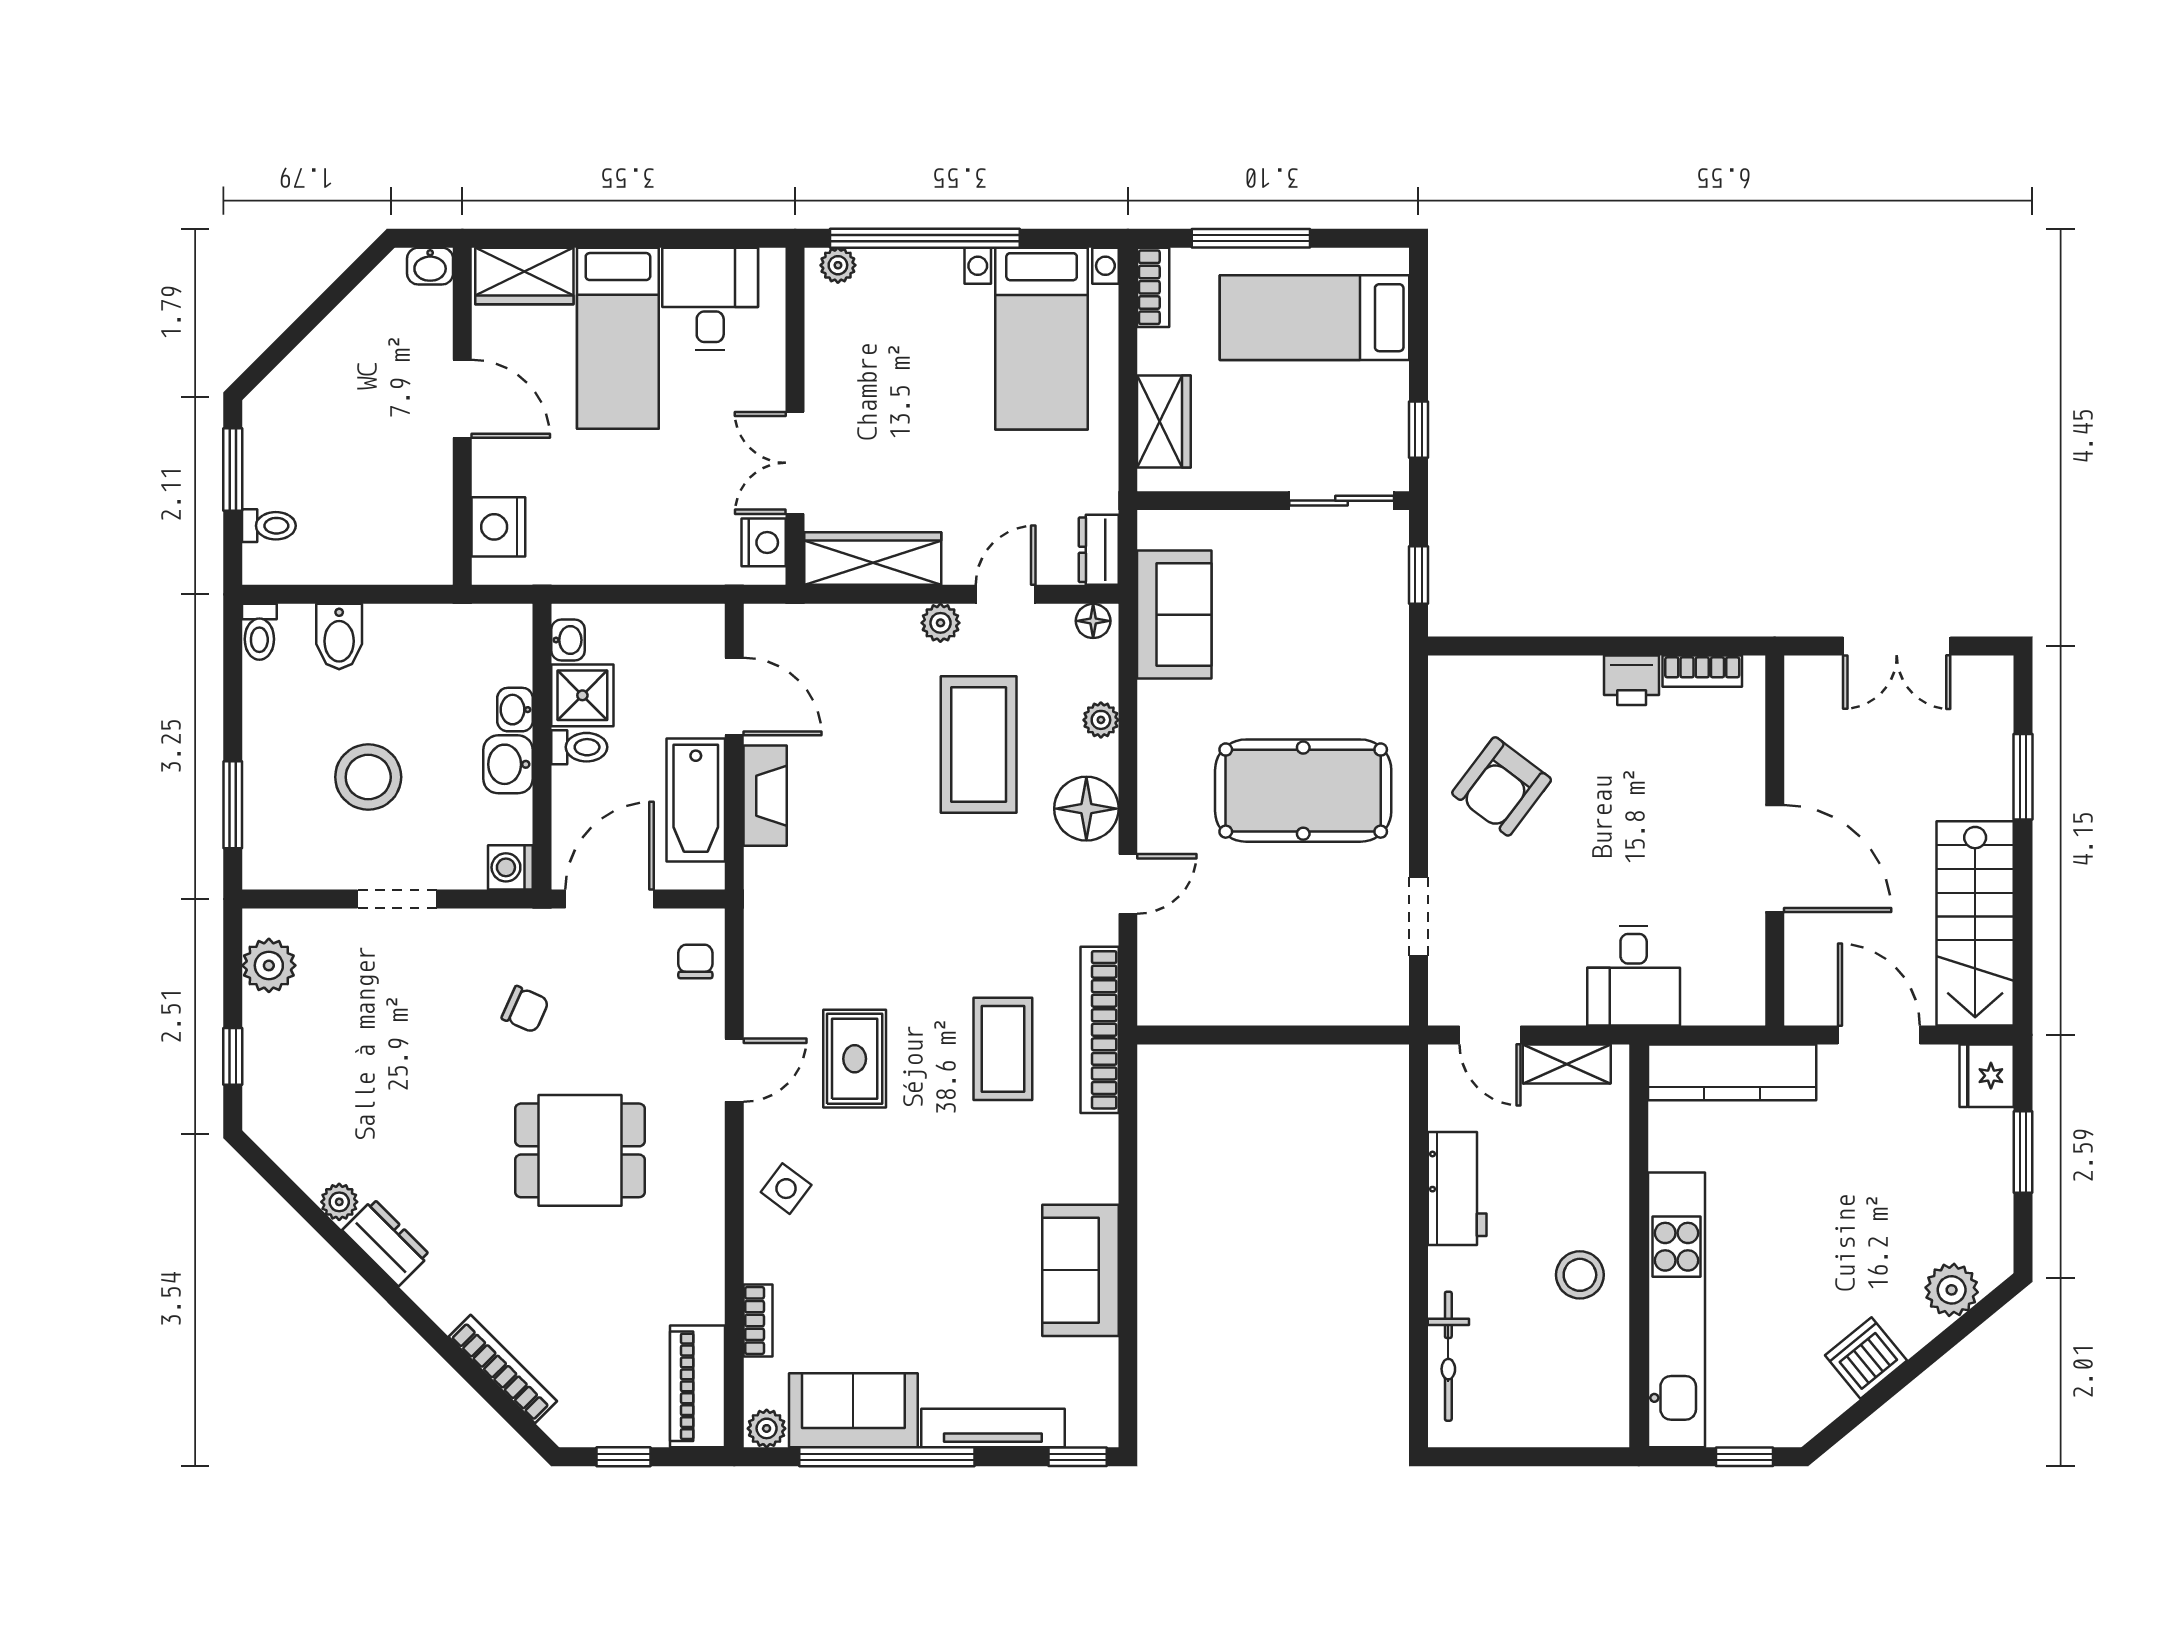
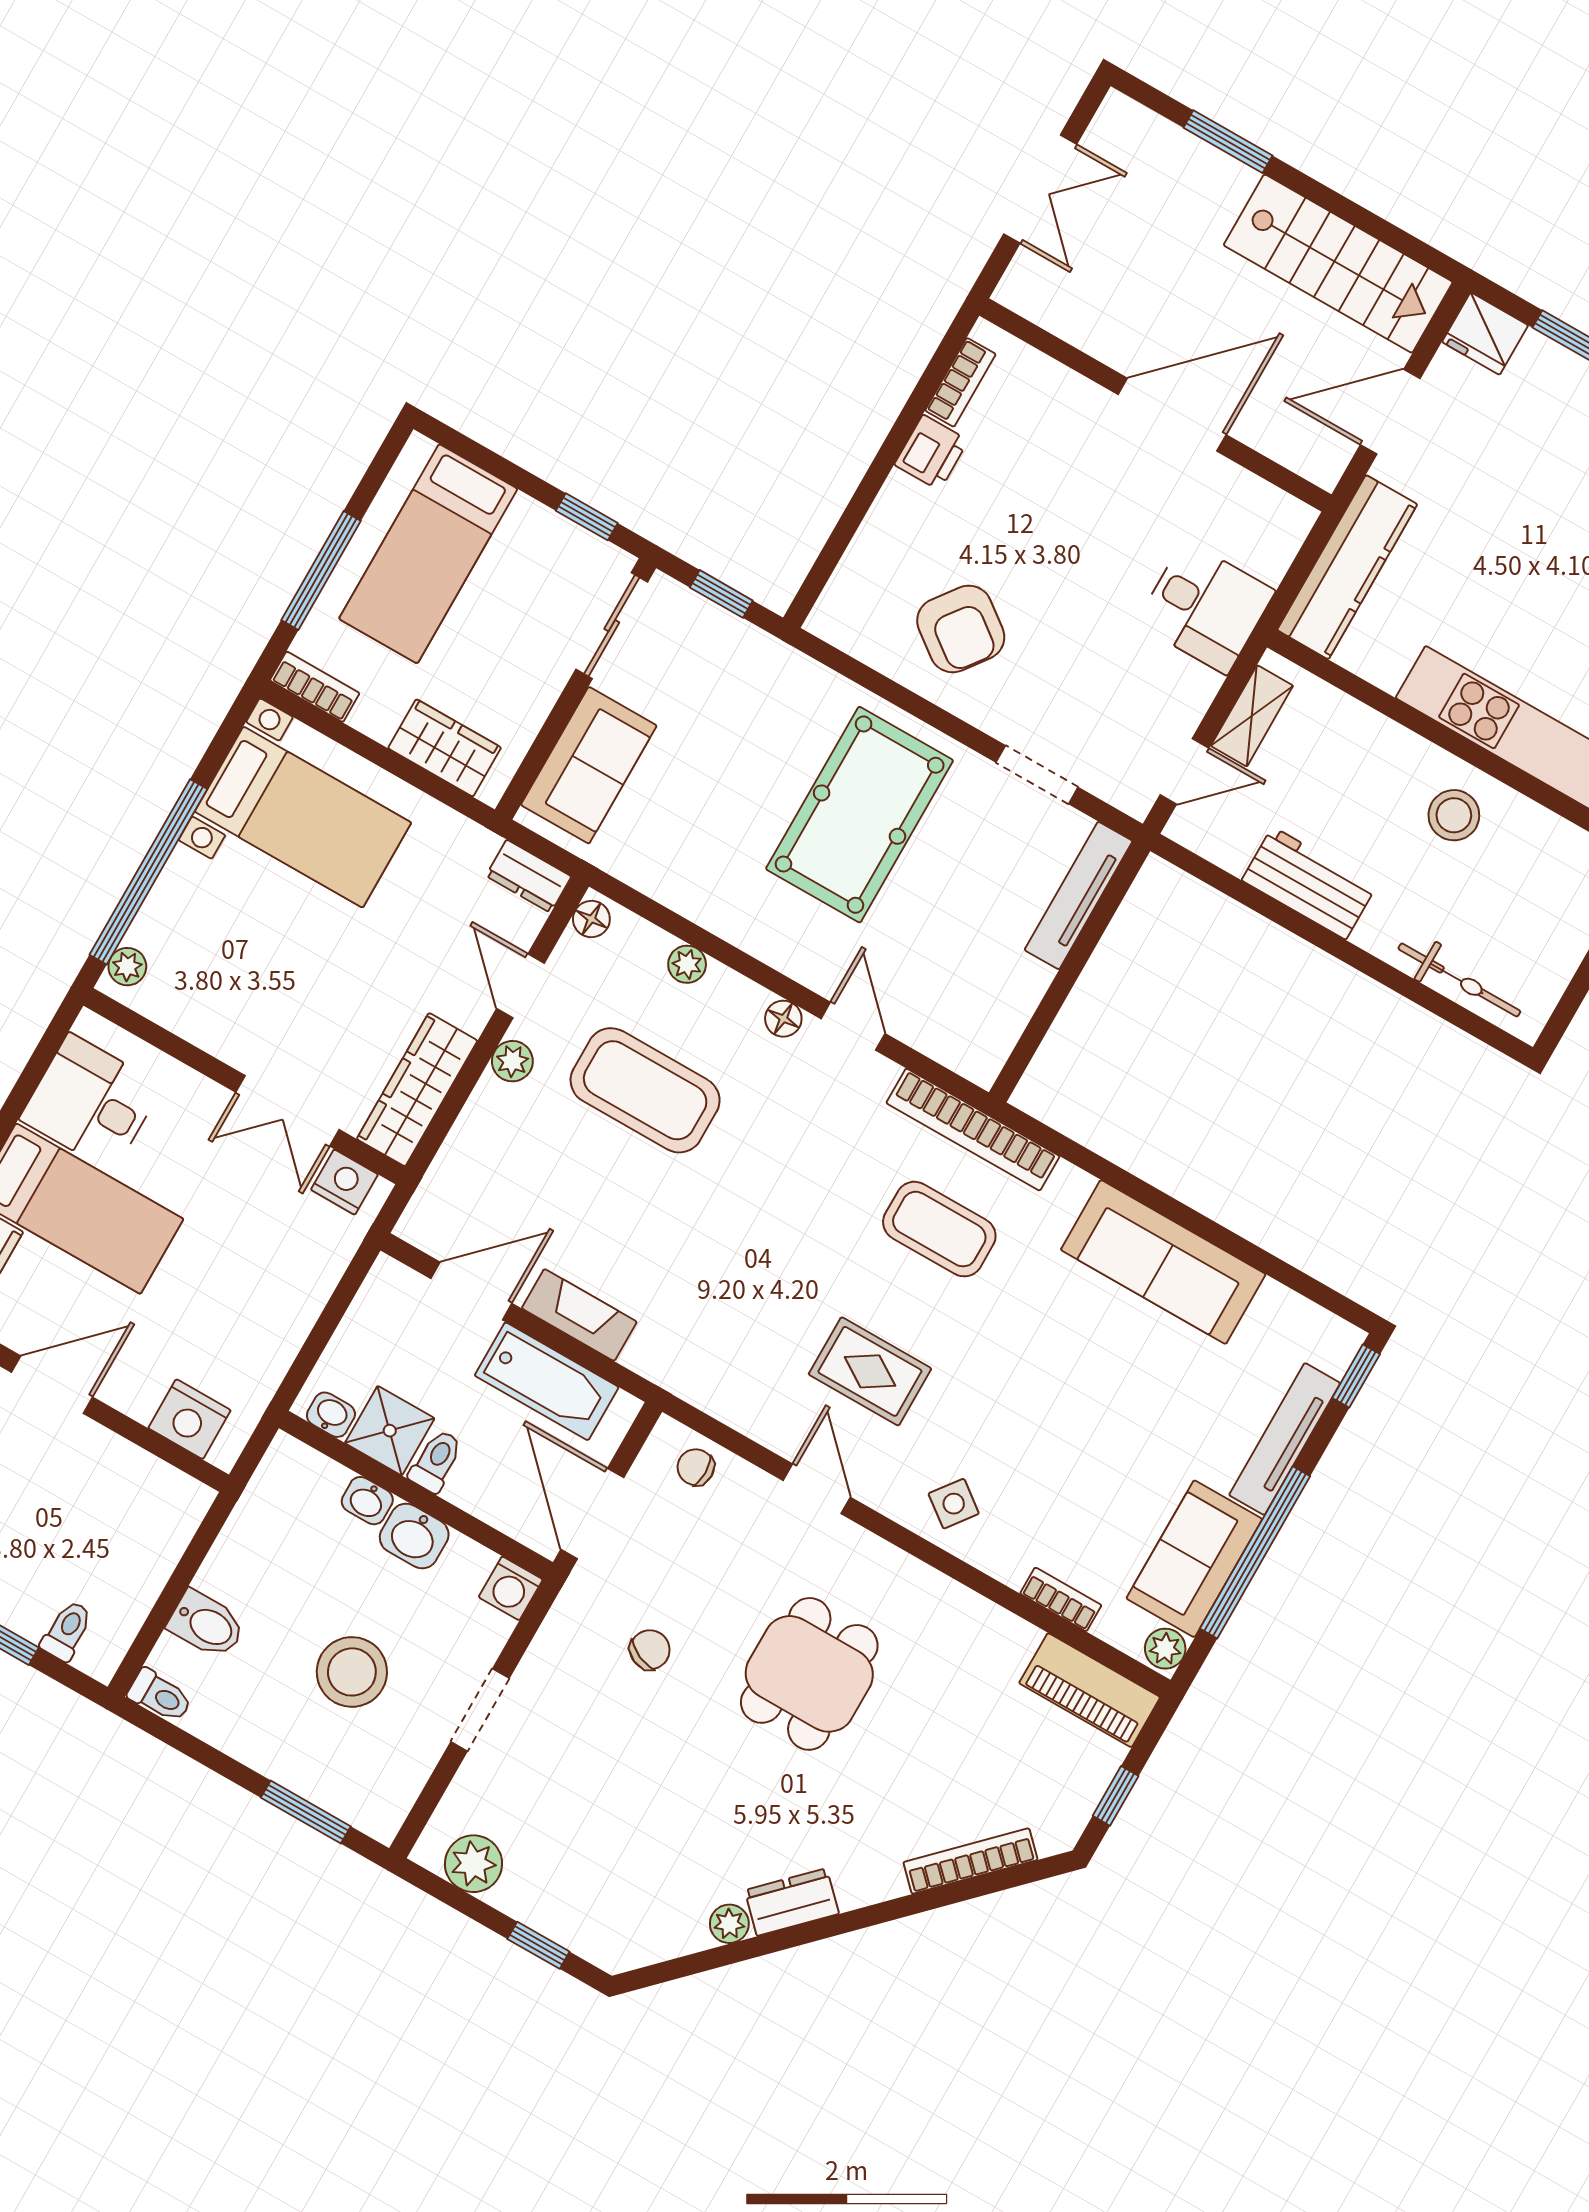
sofa: (1174, 615) -> (589, 765), moved, turned 90
floor lamp: (1086, 809) -> (783, 1019), width x0.53, depth x0.53
tv unit: (1339, 1007) -> (1079, 896), added
sofa: (1080, 1270) -> (1163, 1262), width x1.36

